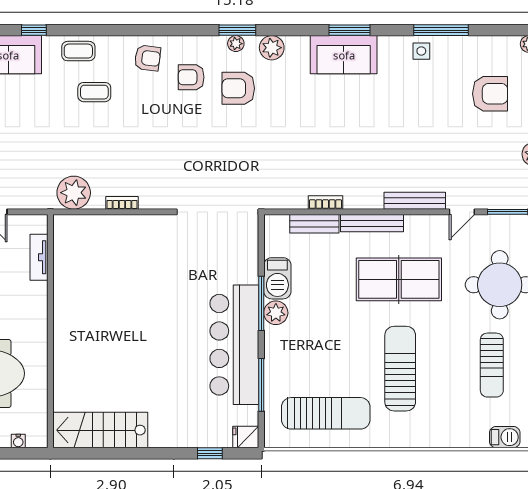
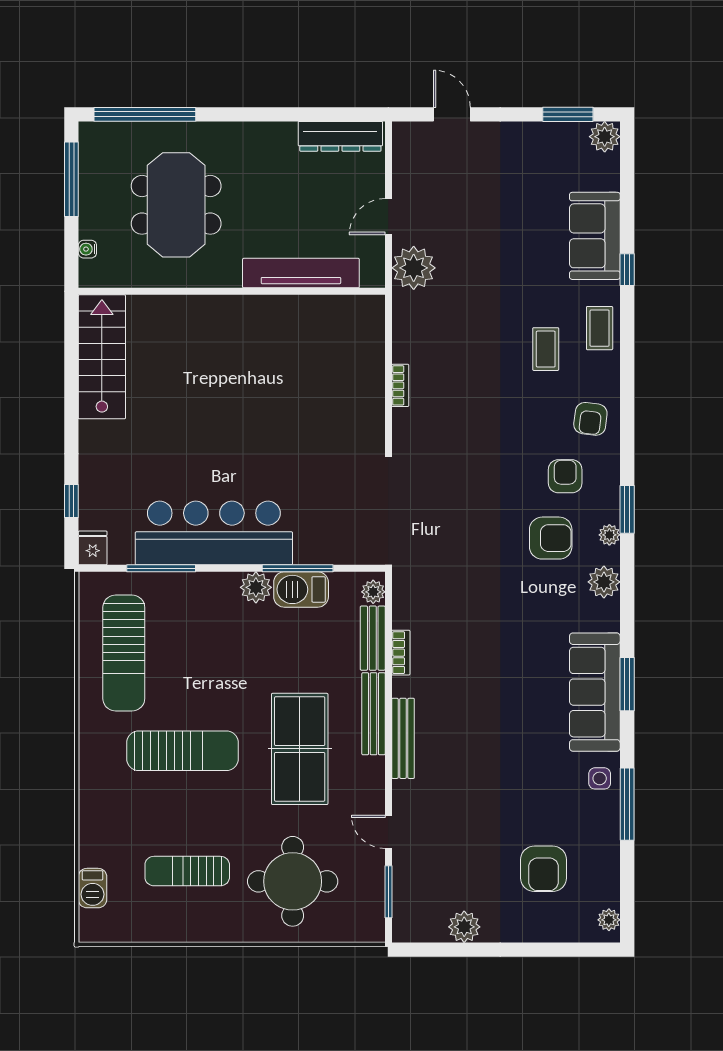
window: (237, 30) -> (627, 509), moved
sofa: (344, 55) -> (595, 692), width x1.36
armchair: (238, 88) -> (551, 538), turned 90
plant: (74, 193) -> (414, 268), moved
bench: (415, 201) -> (403, 738), moved
plant: (279, 223) -> (373, 592), added
tv unit: (39, 257) -> (301, 273), width x1.92, depth x1.29
window: (261, 303) -> (298, 568), moved

